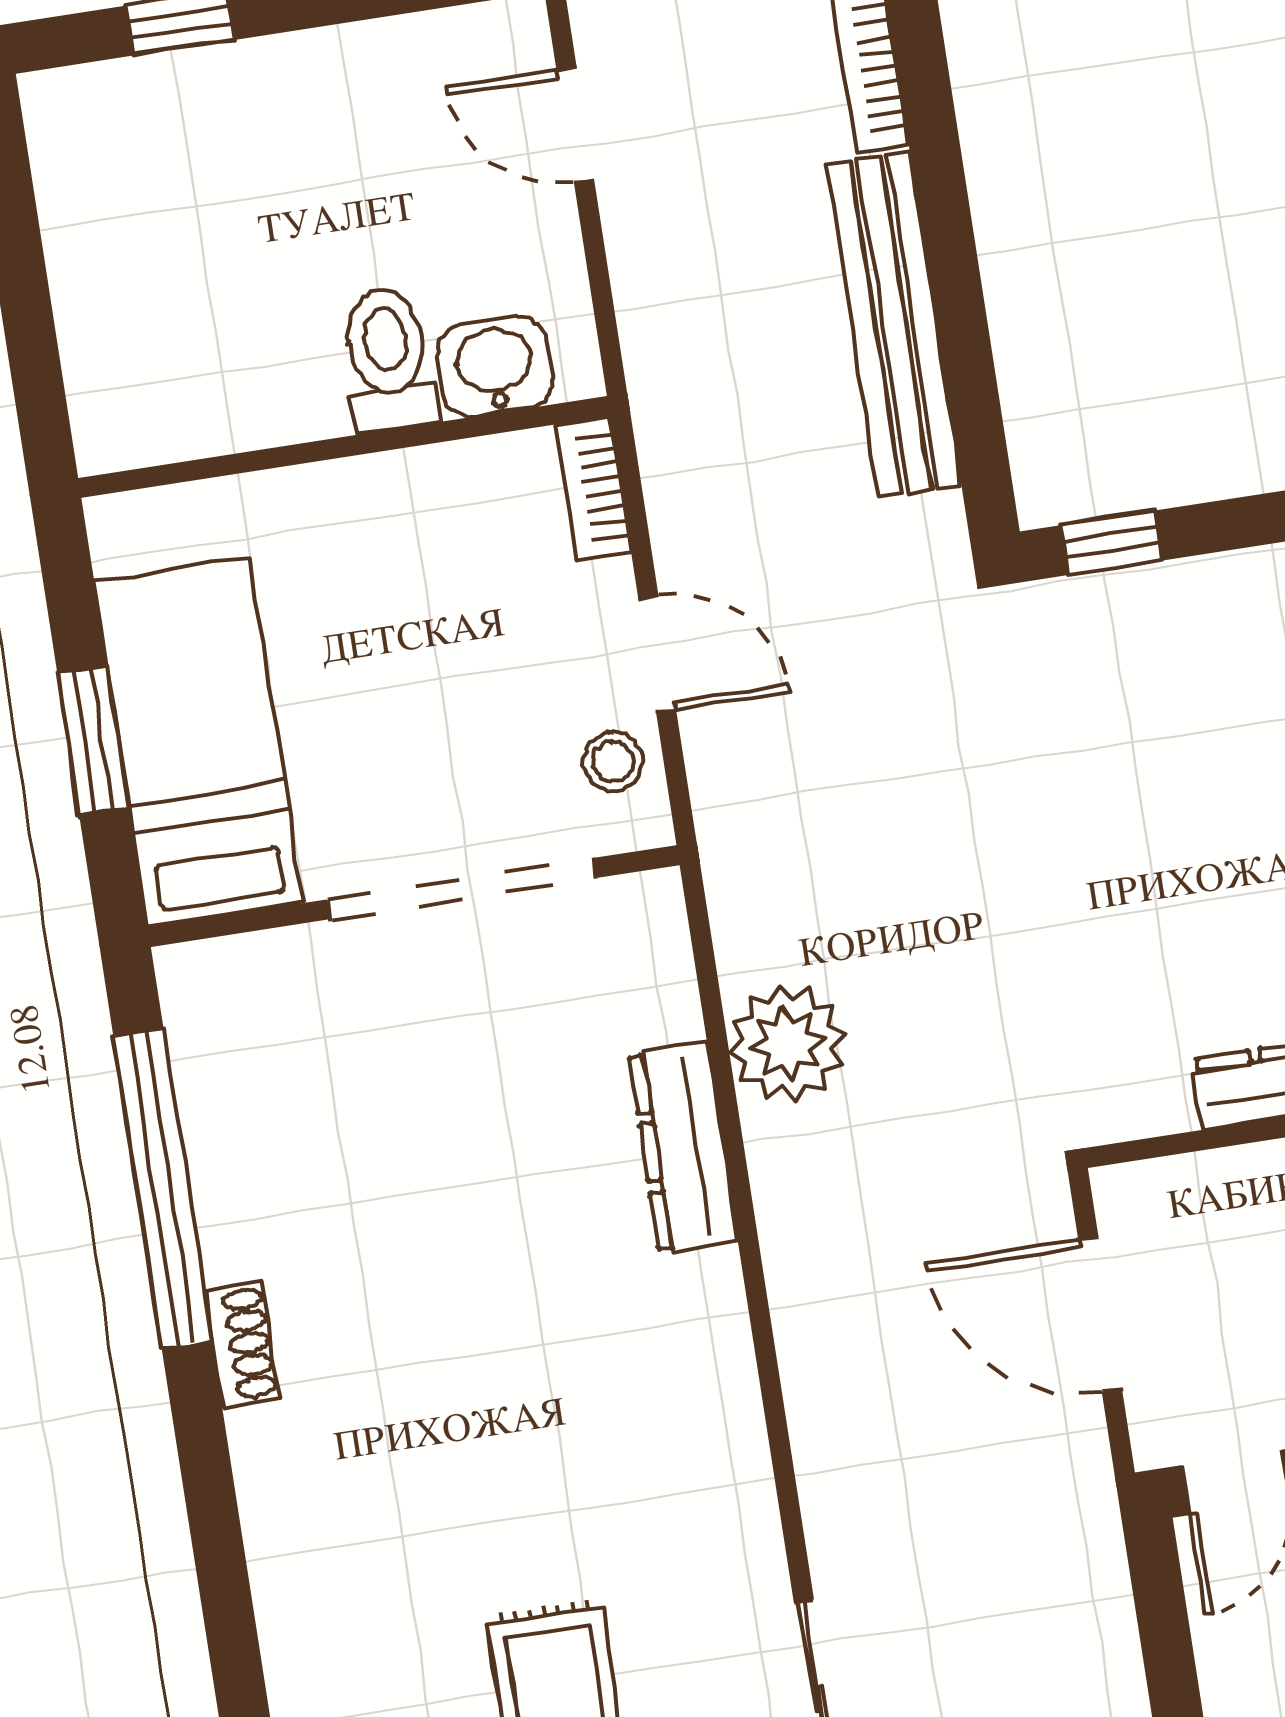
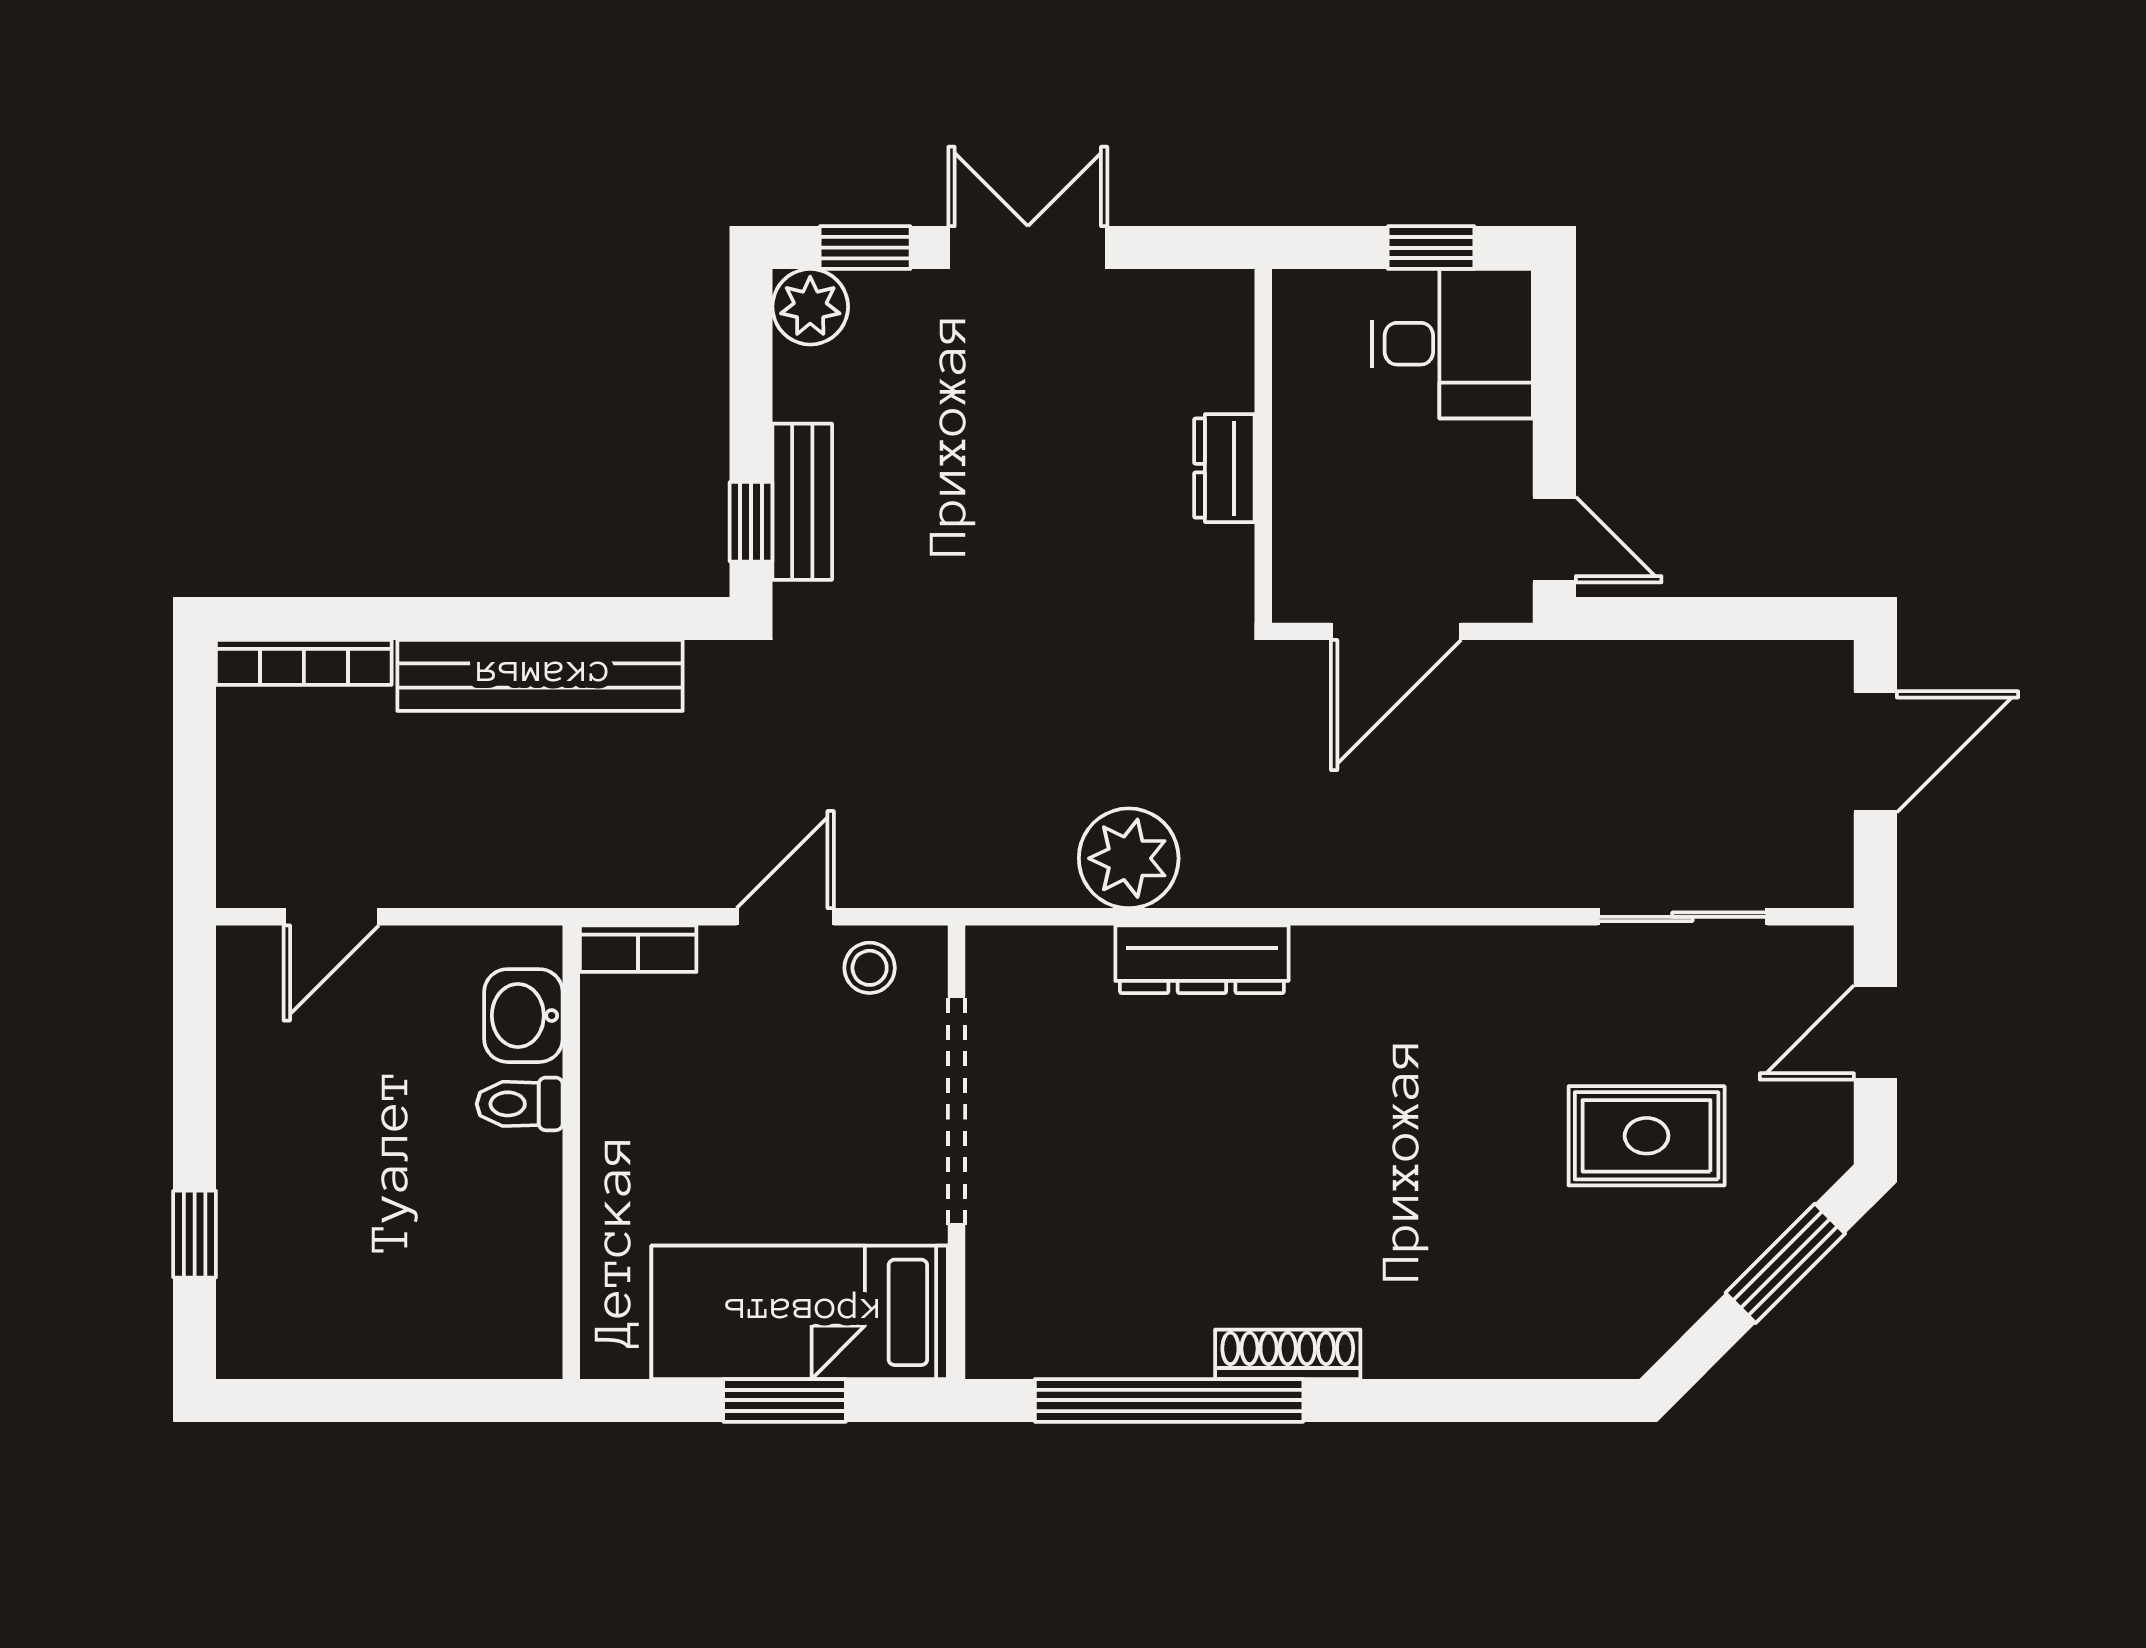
toilet: (388, 359) -> (520, 1104), width x0.73, depth x0.72
bench: (1144, 599) -> (802, 502), added
shoe rack: (242, 1344) -> (1288, 1354), width x1.43

